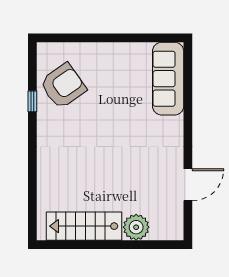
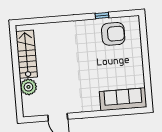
armchair: (63, 86) -> (113, 34), turned -55

